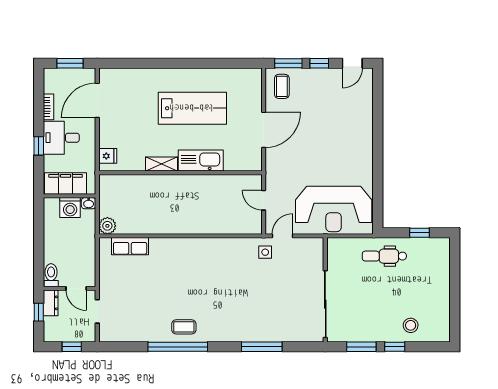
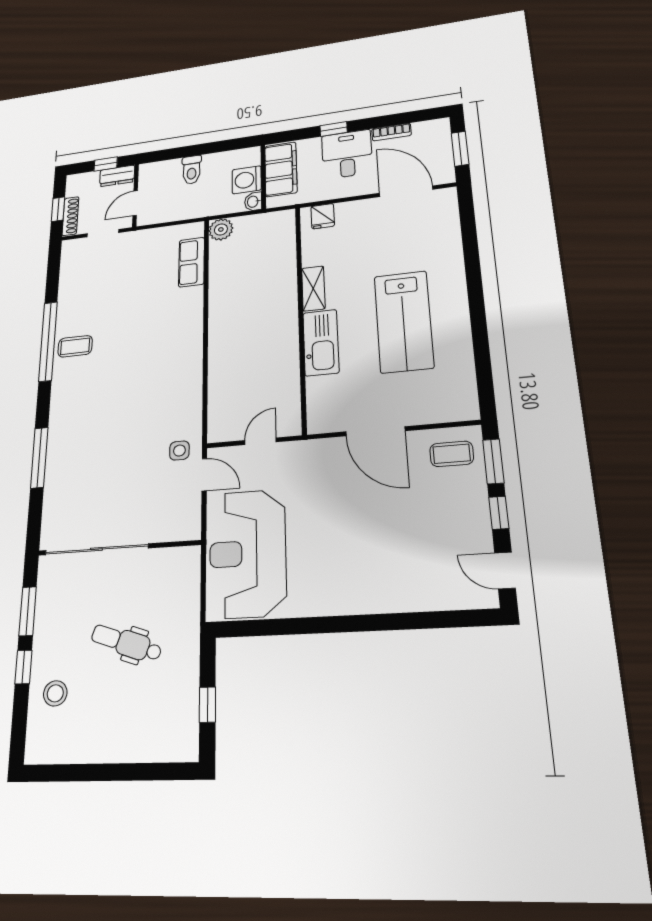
dental chair: (384, 256) -> (126, 643), moved, turned -71
toilet: (51, 275) -> (192, 170), moved, turned 90
coffee table: (184, 327) -> (75, 346), turned 90
shoe rack: (79, 337) -> (70, 216), added

